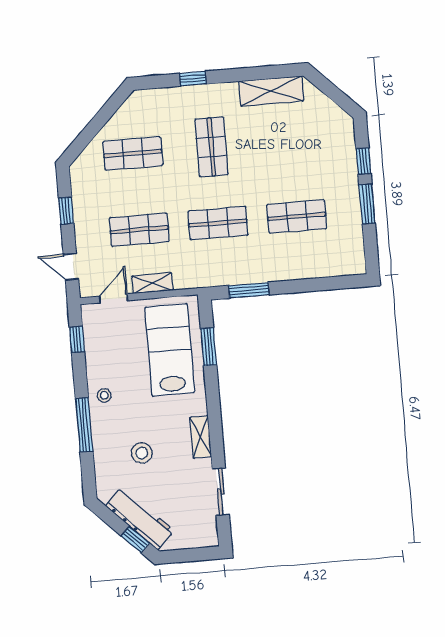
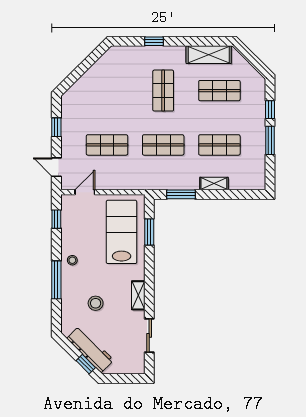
shop shelf: (133, 153) -> (219, 91), moved
shelving: (152, 283) -> (214, 184), moved

